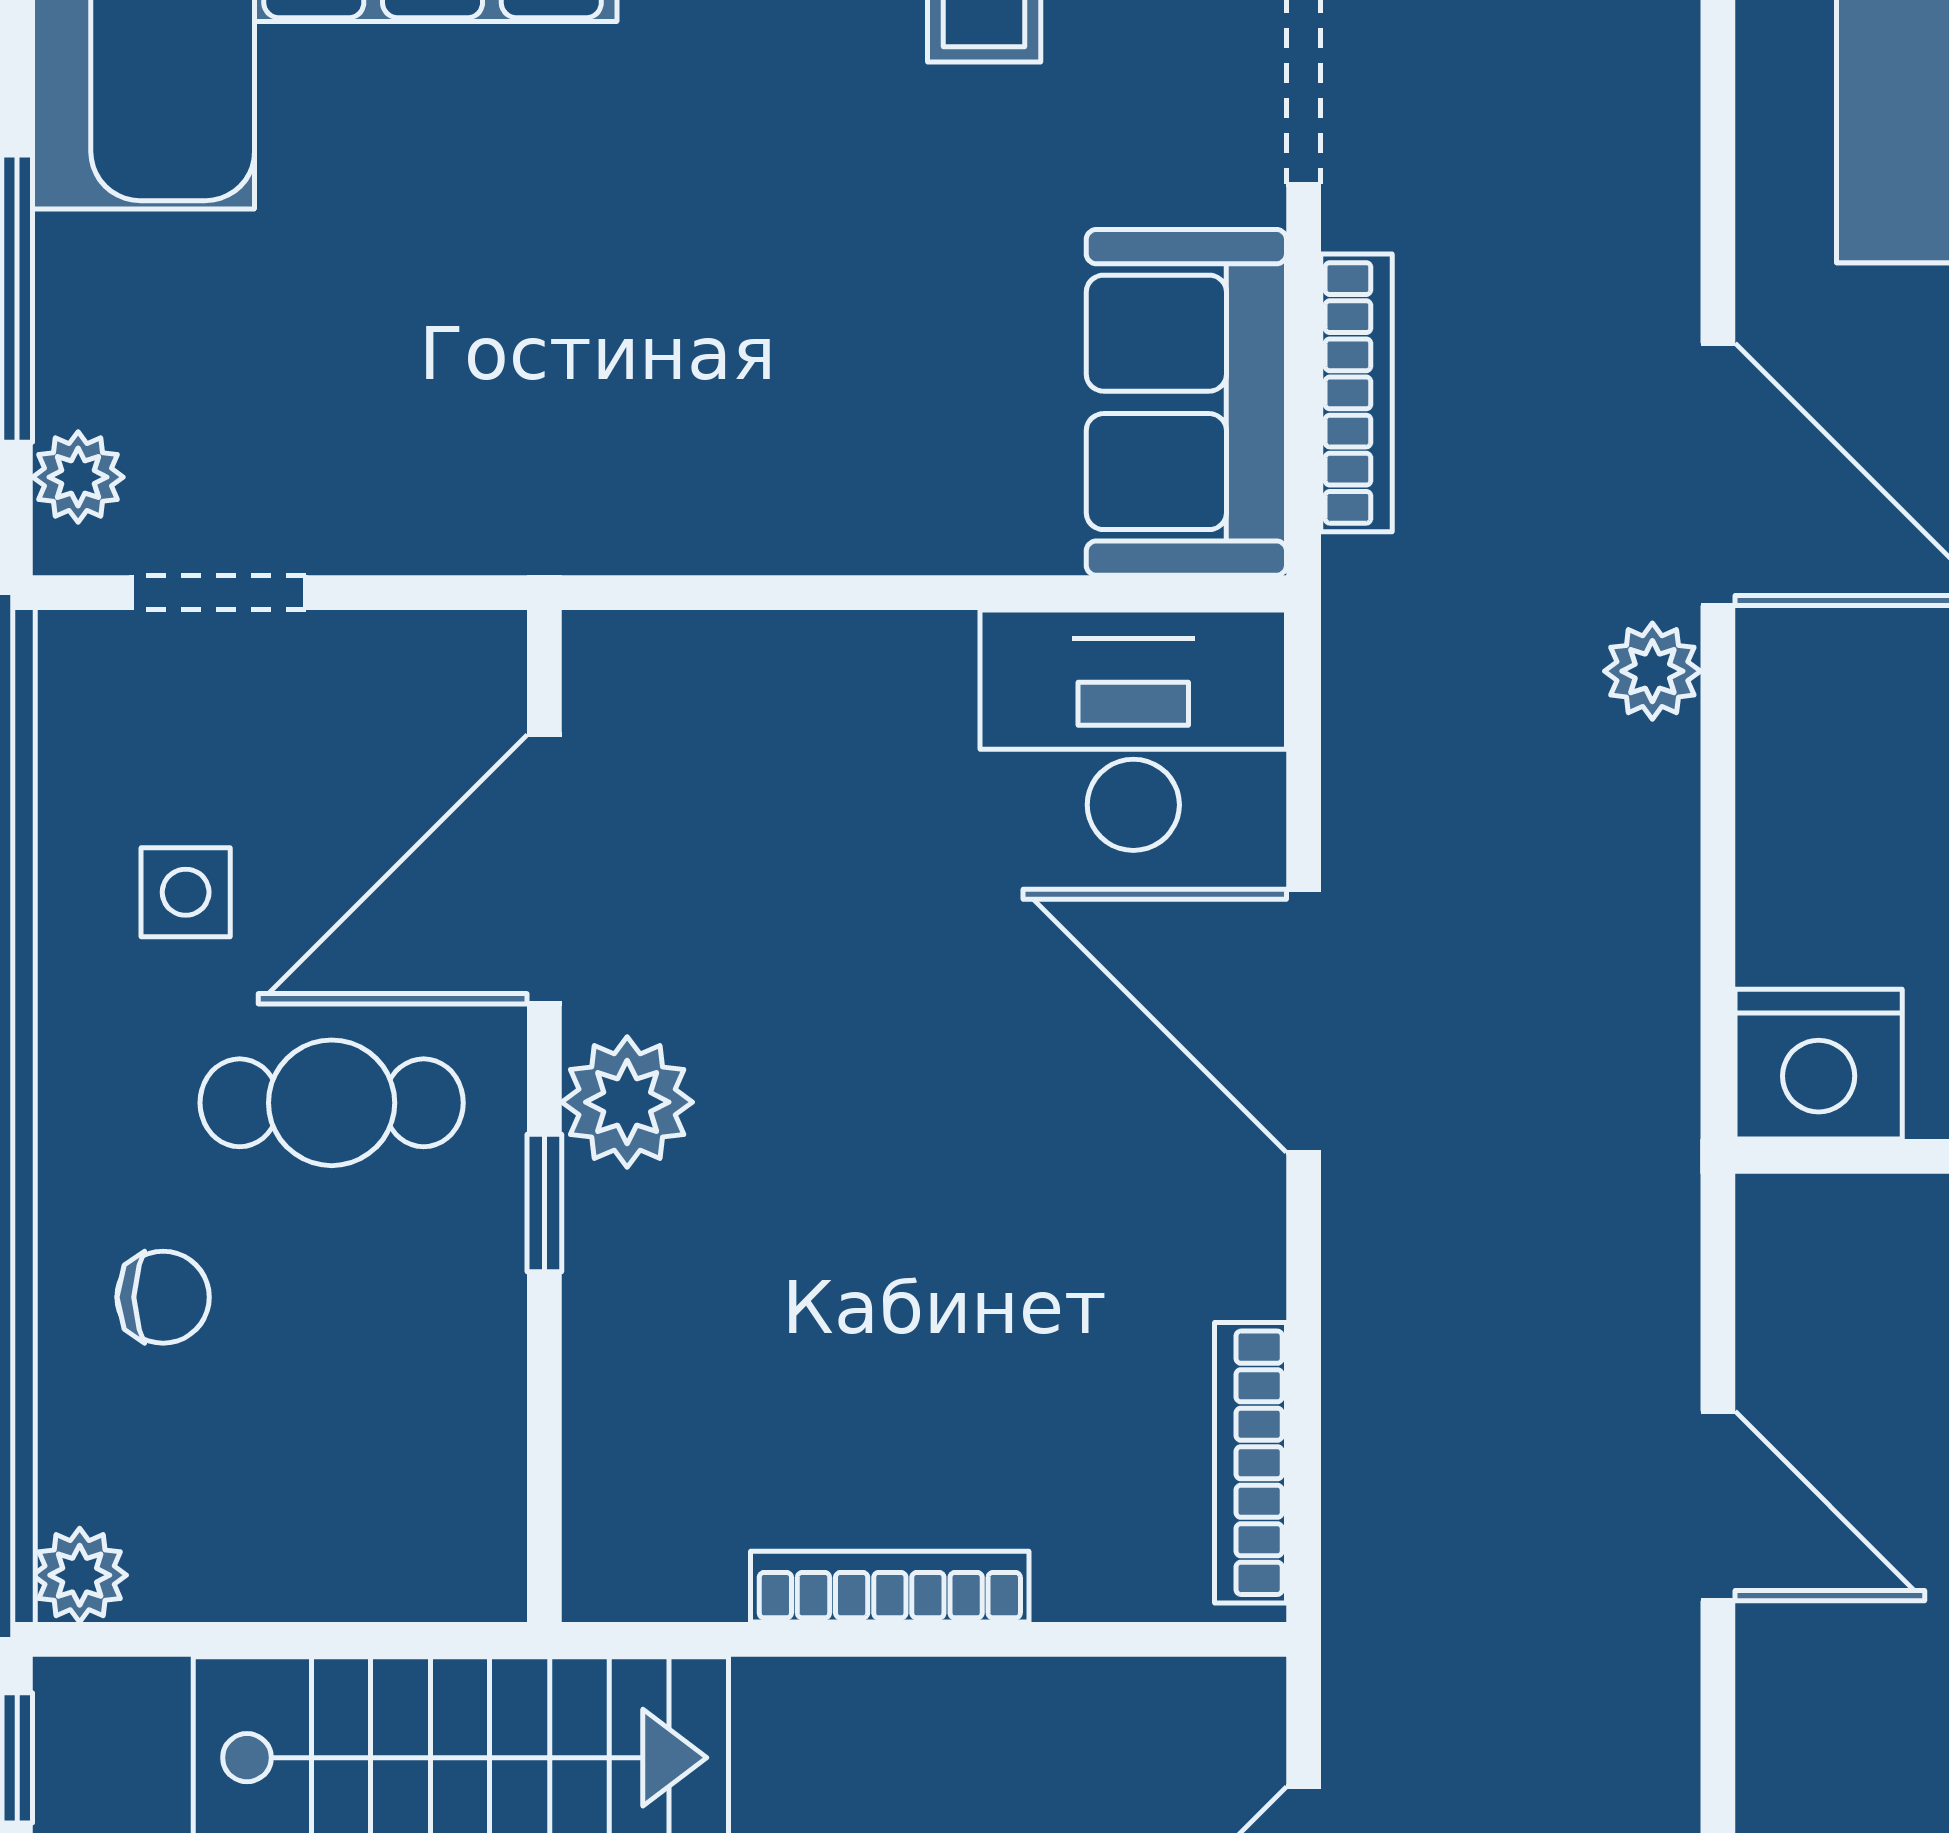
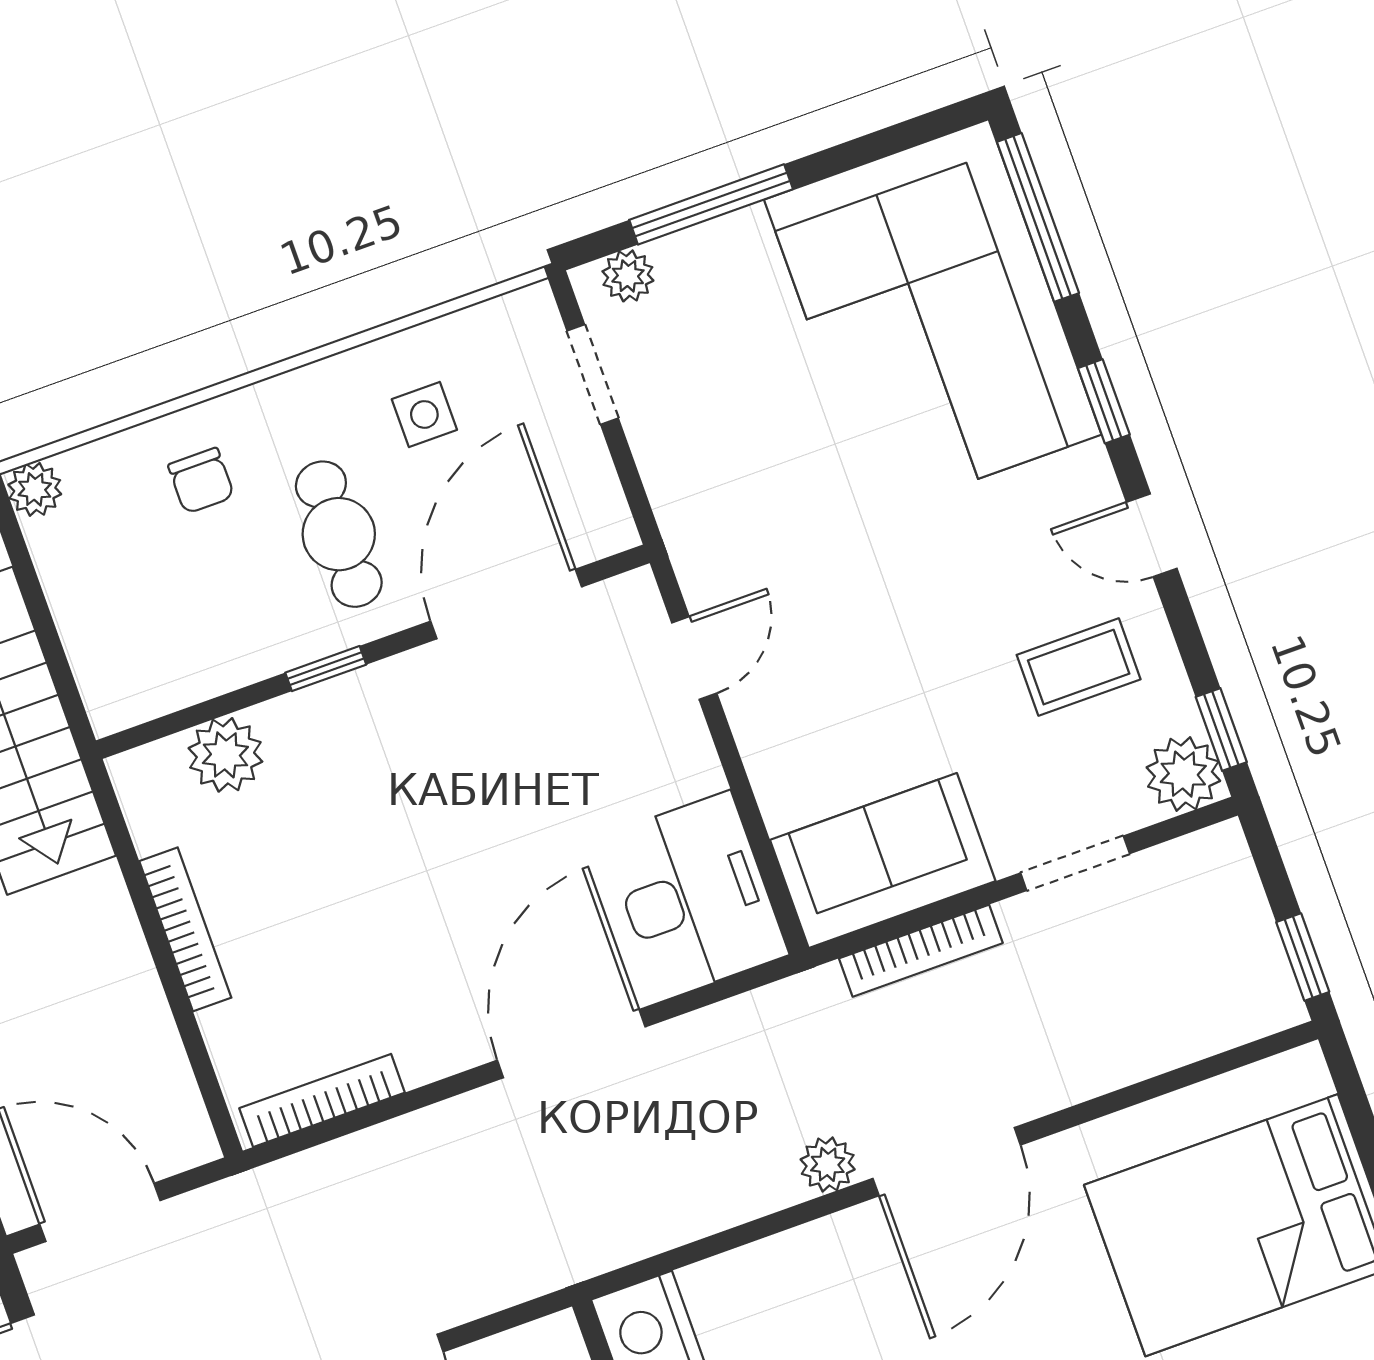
door: (743, 593) -> (694, 658), added
door: (544, 869) -> (506, 604), hinge flipped
plant: (627, 1102) -> (225, 755), moved

